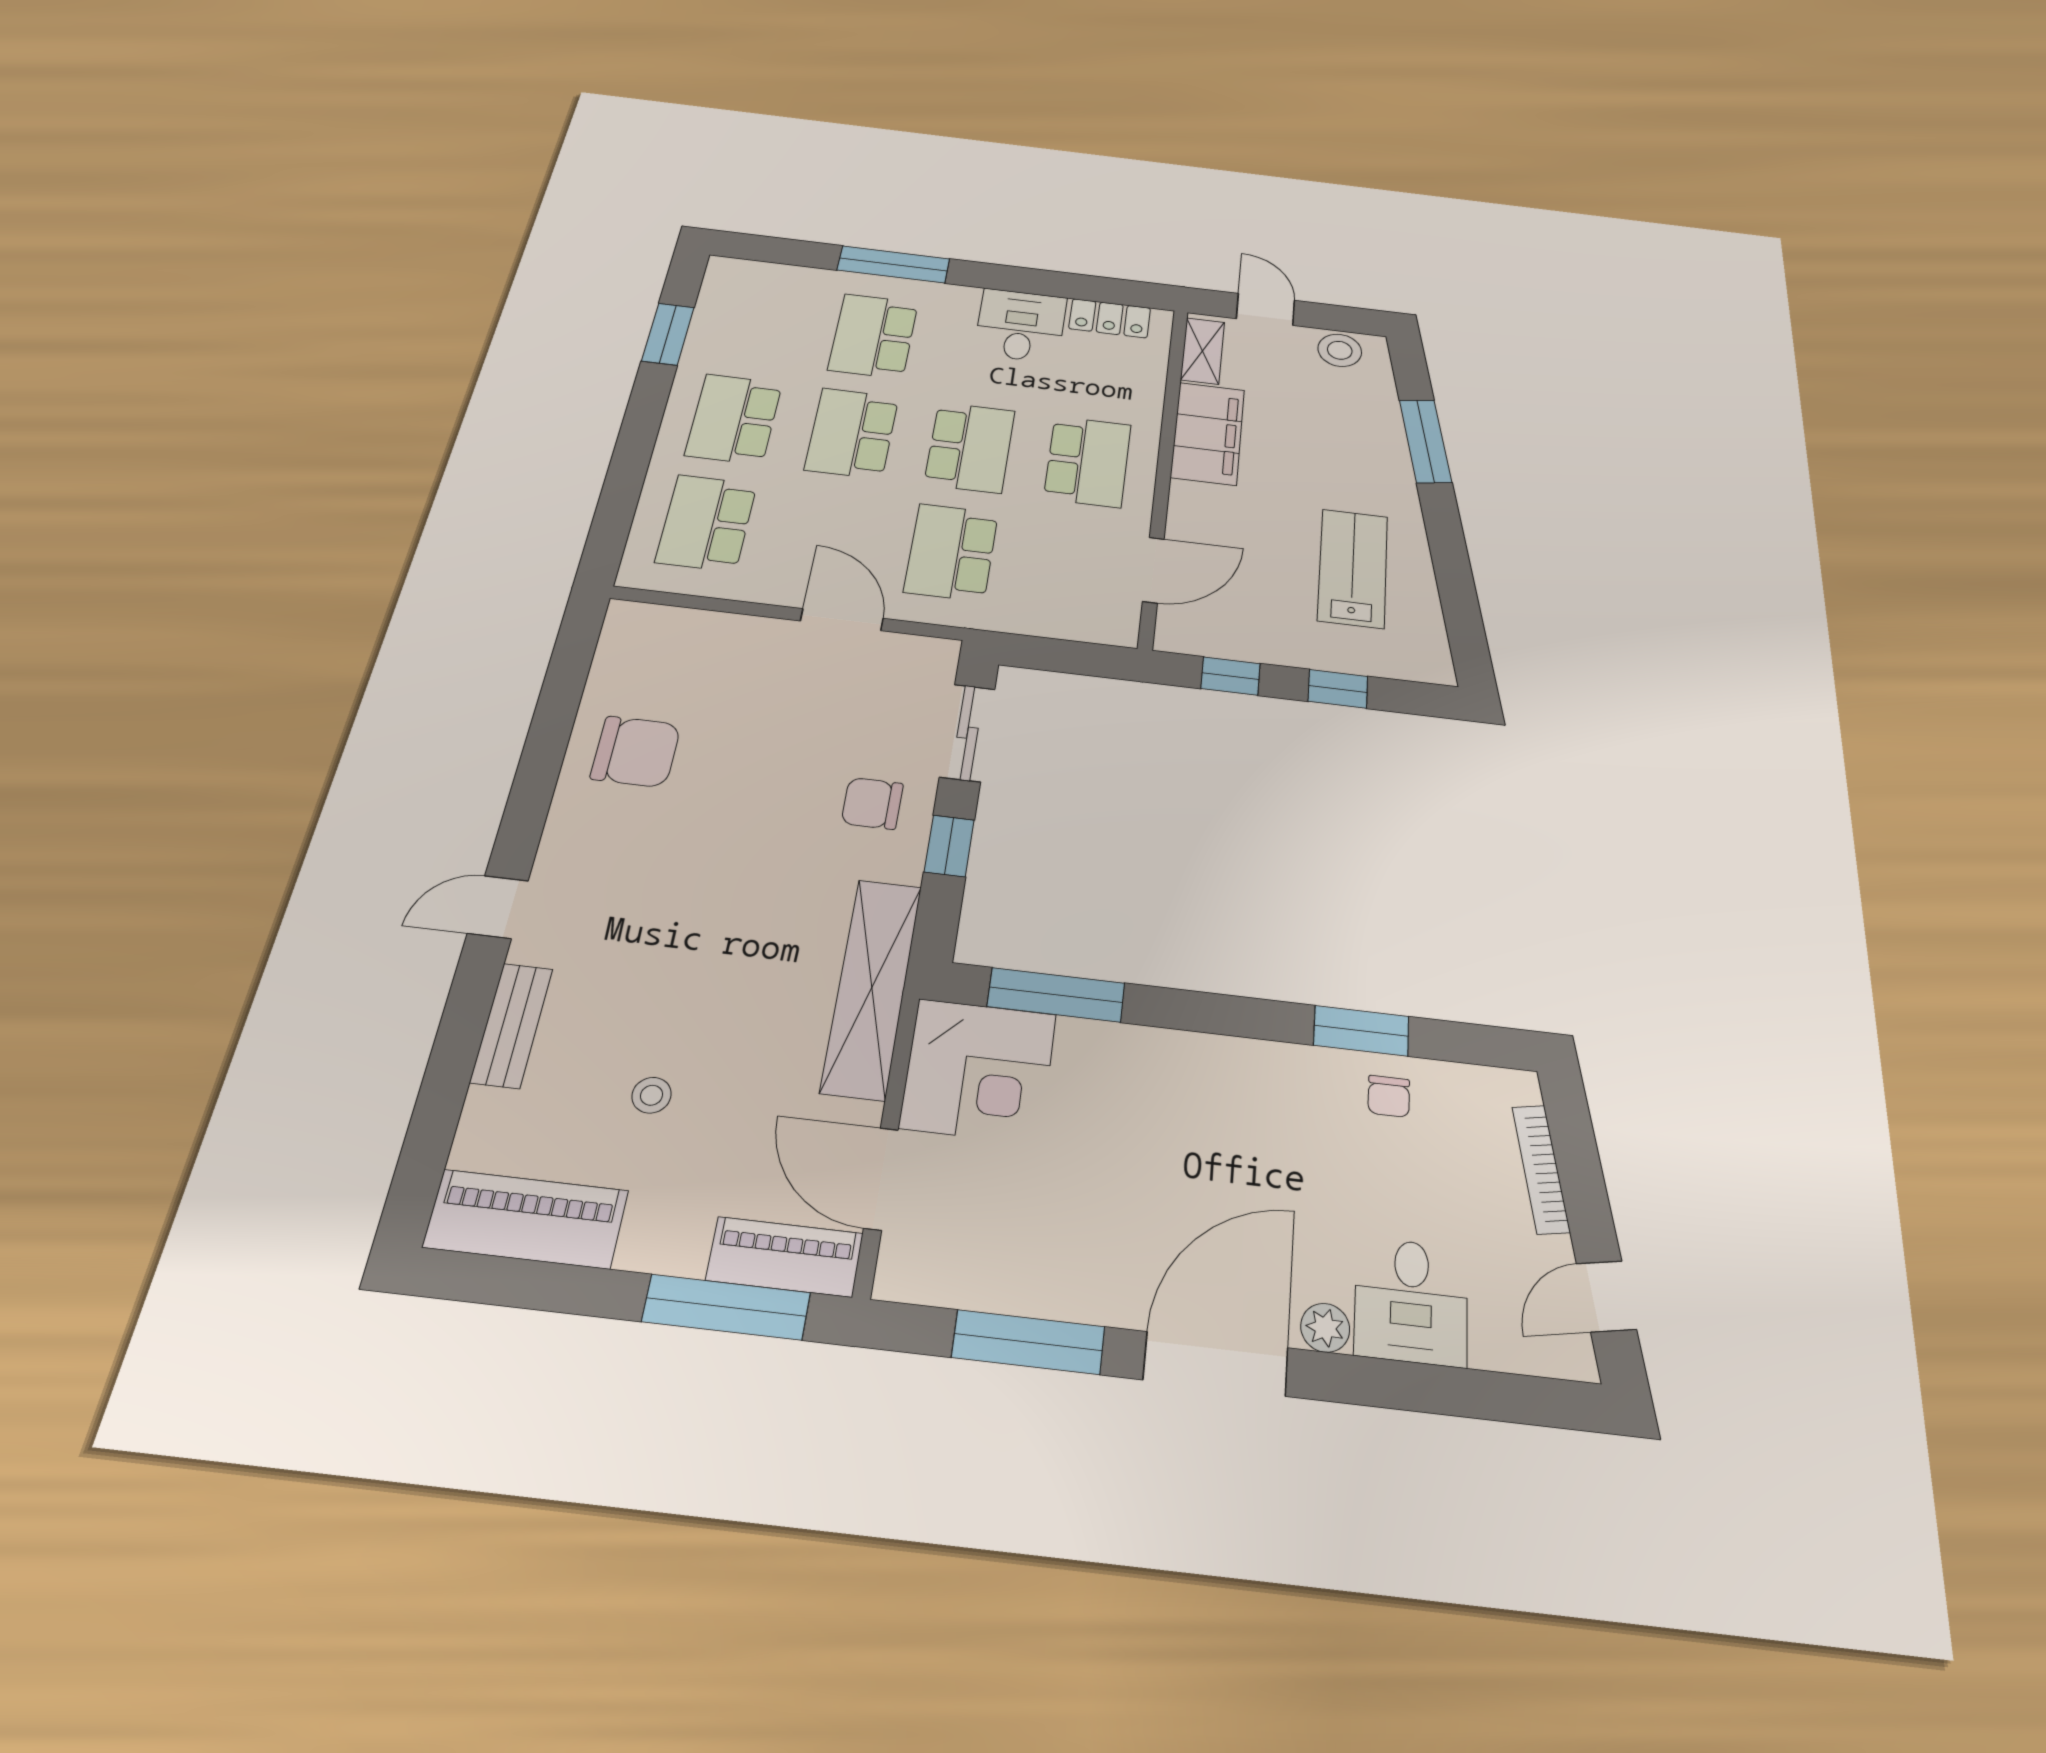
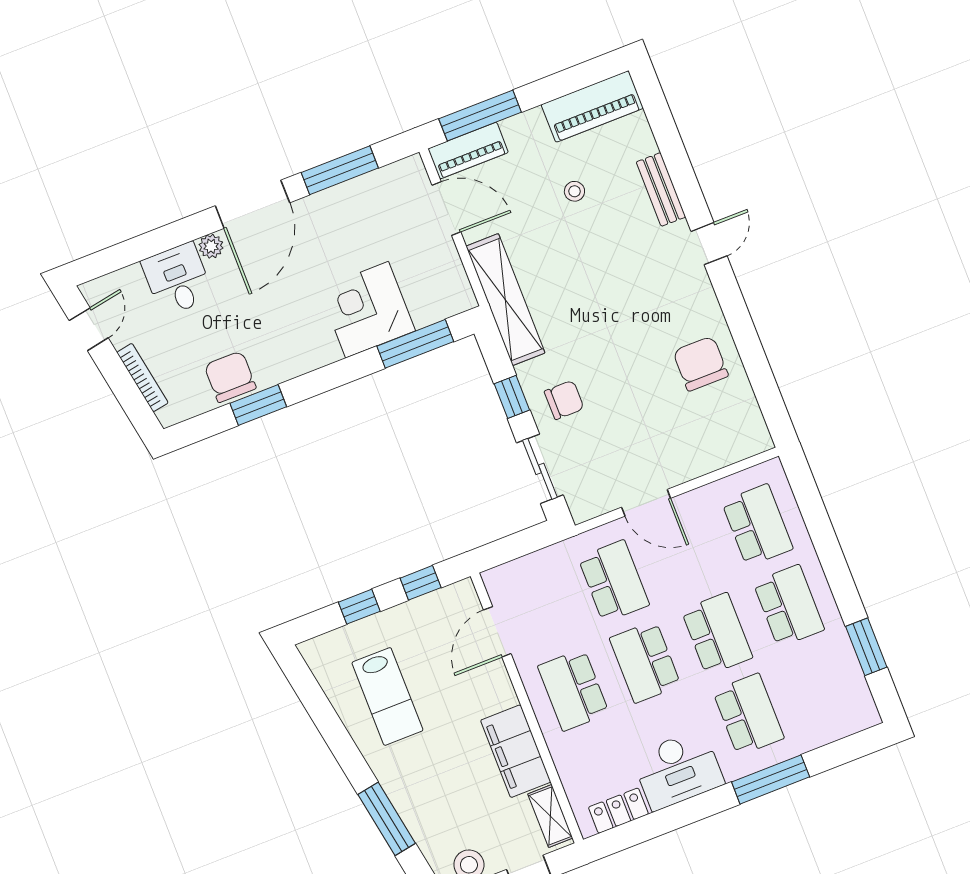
desk: (1020, 326) -> (678, 770), width x1.37
chair: (636, 752) -> (701, 364), turned 90
corner desk: (978, 1071) -> (367, 310), moved
chair: (1389, 1096) -> (230, 377), width x1.87, depth x1.87

